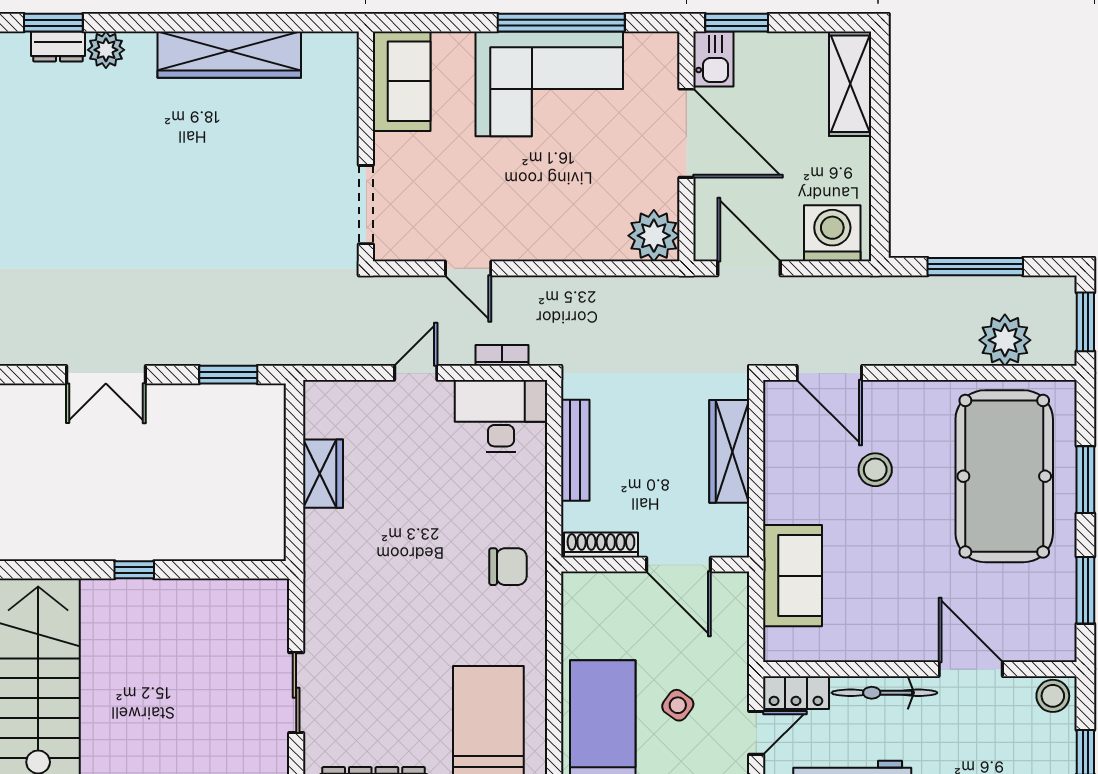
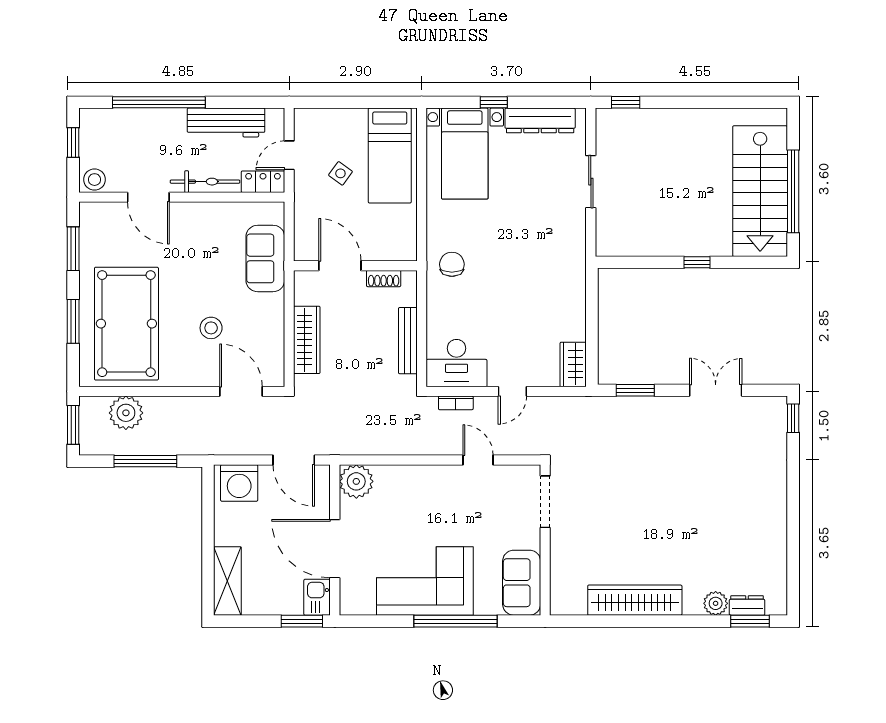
window: (561, 23) -> (455, 621), moved
wardrobe: (323, 474) -> (573, 364), moved
shoe rack: (601, 545) -> (384, 279), width x0.70
chair: (508, 567) -> (452, 264), turned 90

